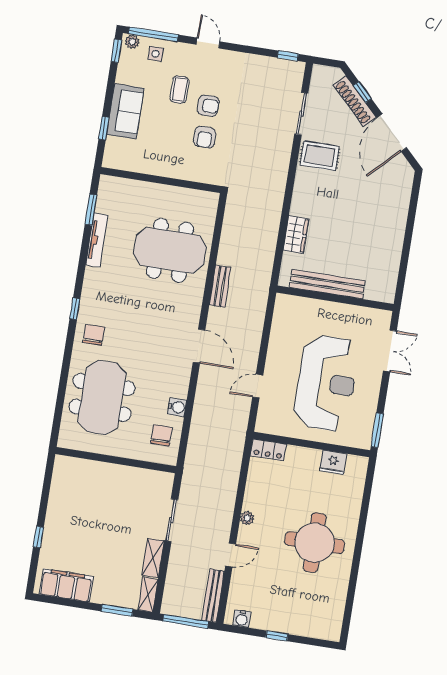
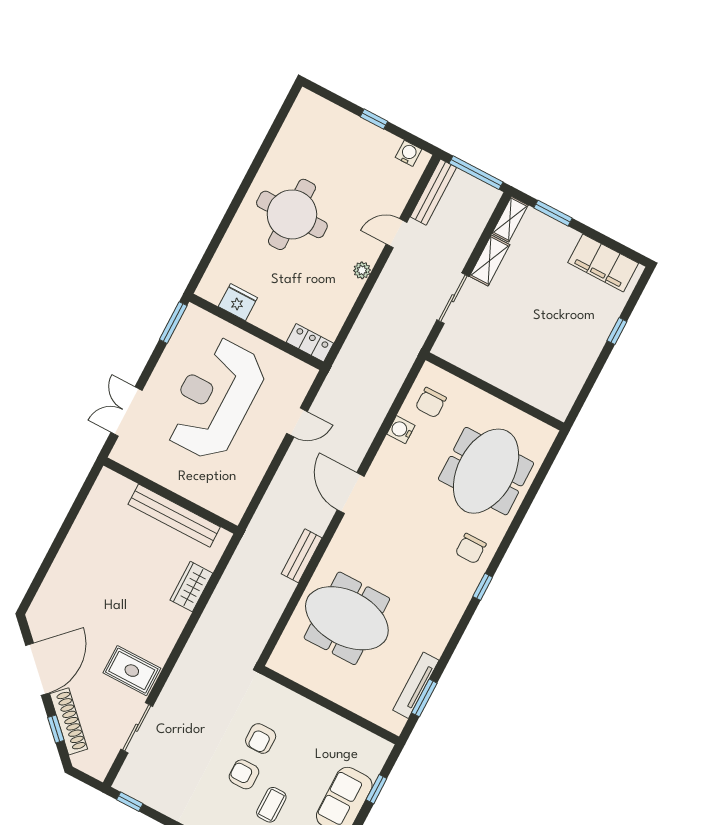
armchair: (205, 137) -> (261, 738), turned 180
tv unit: (97, 240) -> (416, 685), moved

